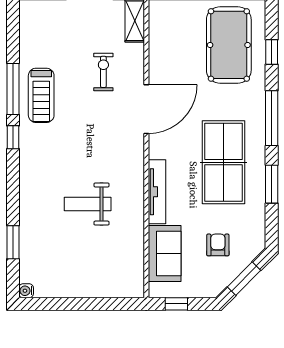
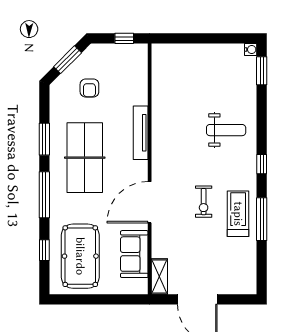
exercise bike: (103, 72) -> (204, 202), moved
window: (13, 137) -> (262, 164), moved
weight bench: (88, 204) -> (226, 130), moved
window: (13, 242) -> (262, 71), moved
sofa: (165, 254) -> (134, 254), moved

